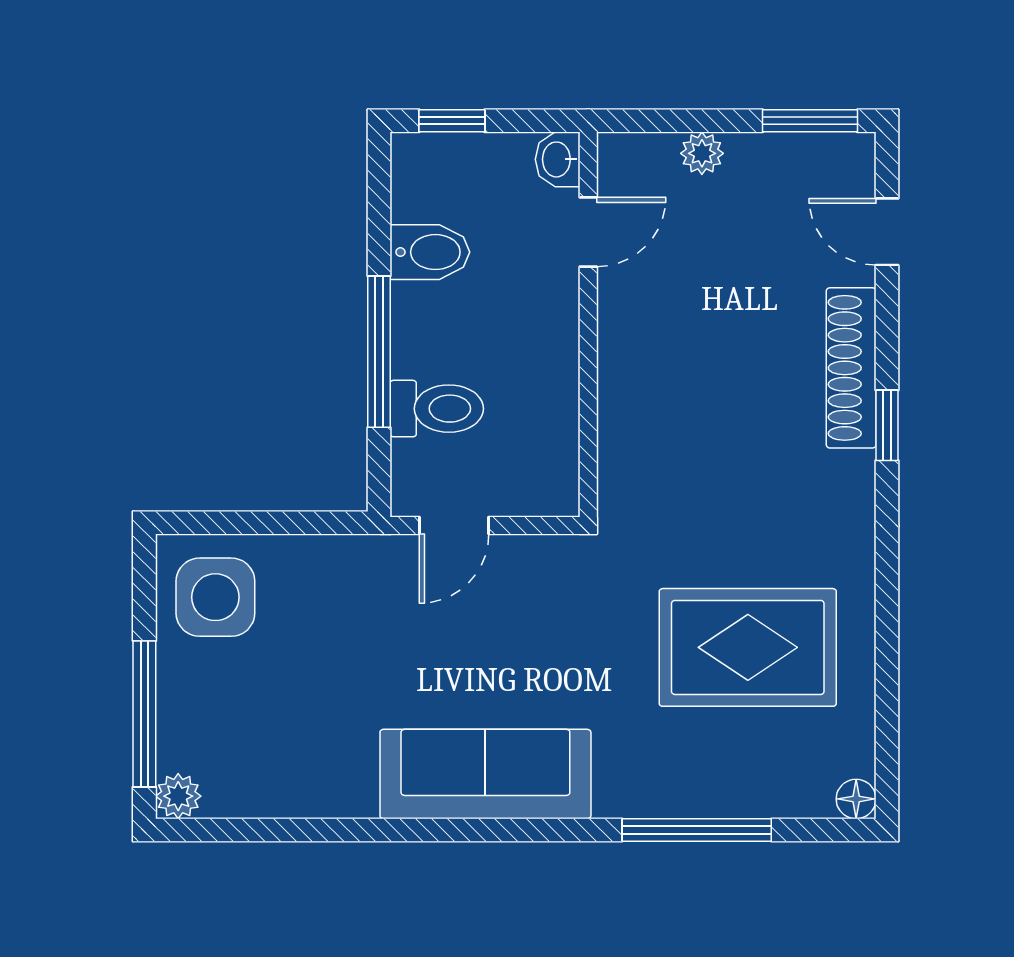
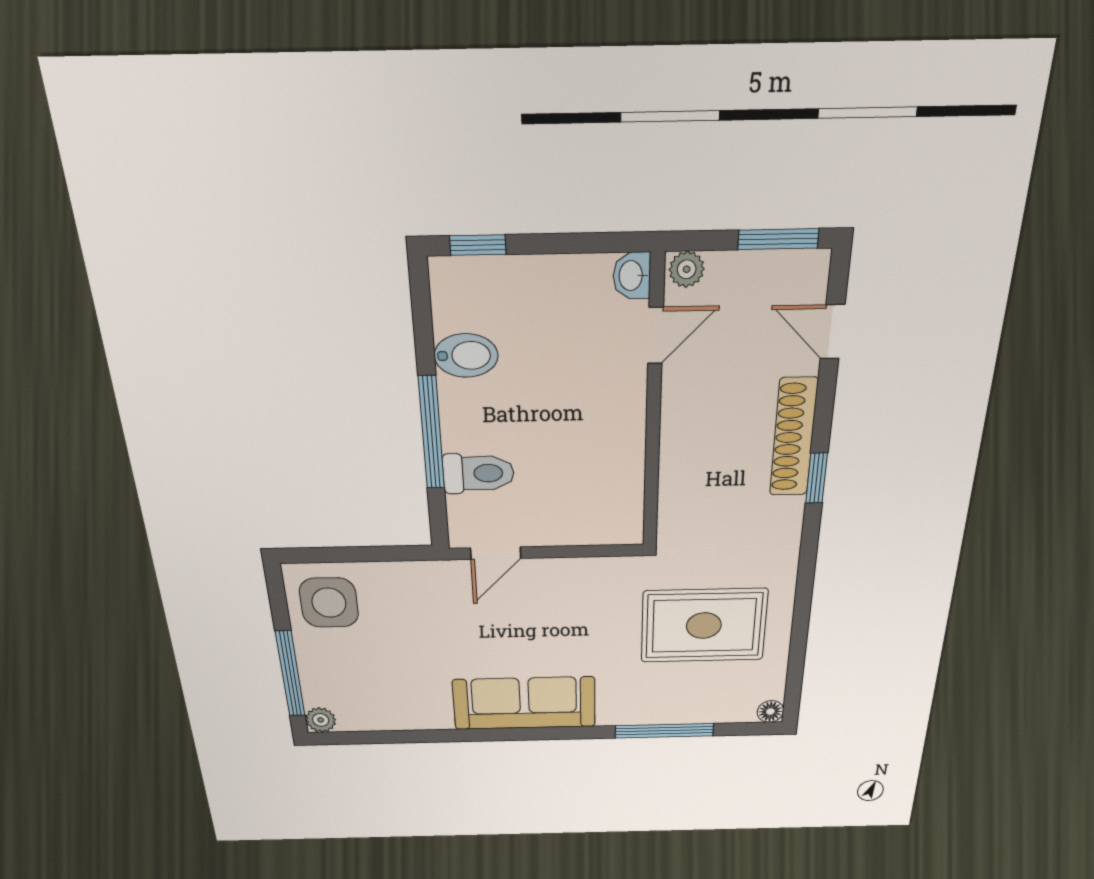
washbasin: (558, 159) -> (632, 276), moved
door: (588, 232) -> (655, 336), moved
wall: (588, 325) -> (653, 408), moved

